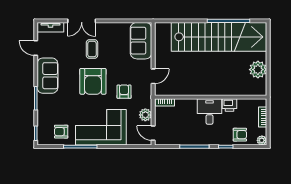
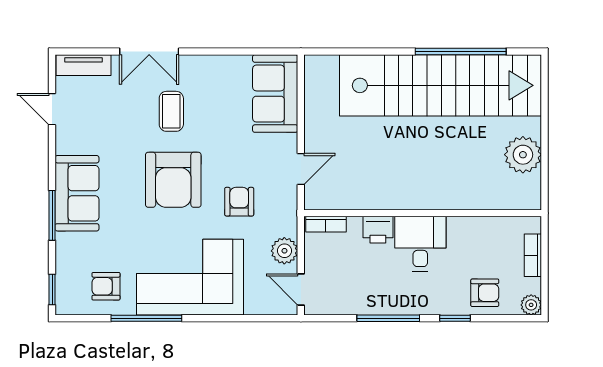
sofa: (47, 76) -> (77, 193), moved
printer: (229, 105) -> (378, 230), moved

